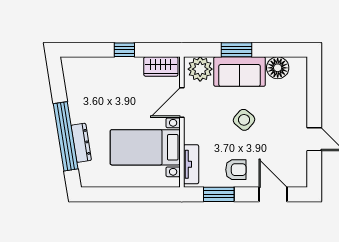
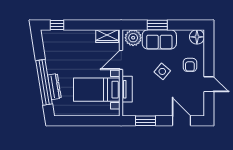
window: (124, 50) -> (57, 25), moved
floor lamp: (278, 68) -> (197, 37), moved
tv unit: (191, 164) -> (127, 89), moved
armchair: (236, 170) -> (190, 65), moved, turned 90

